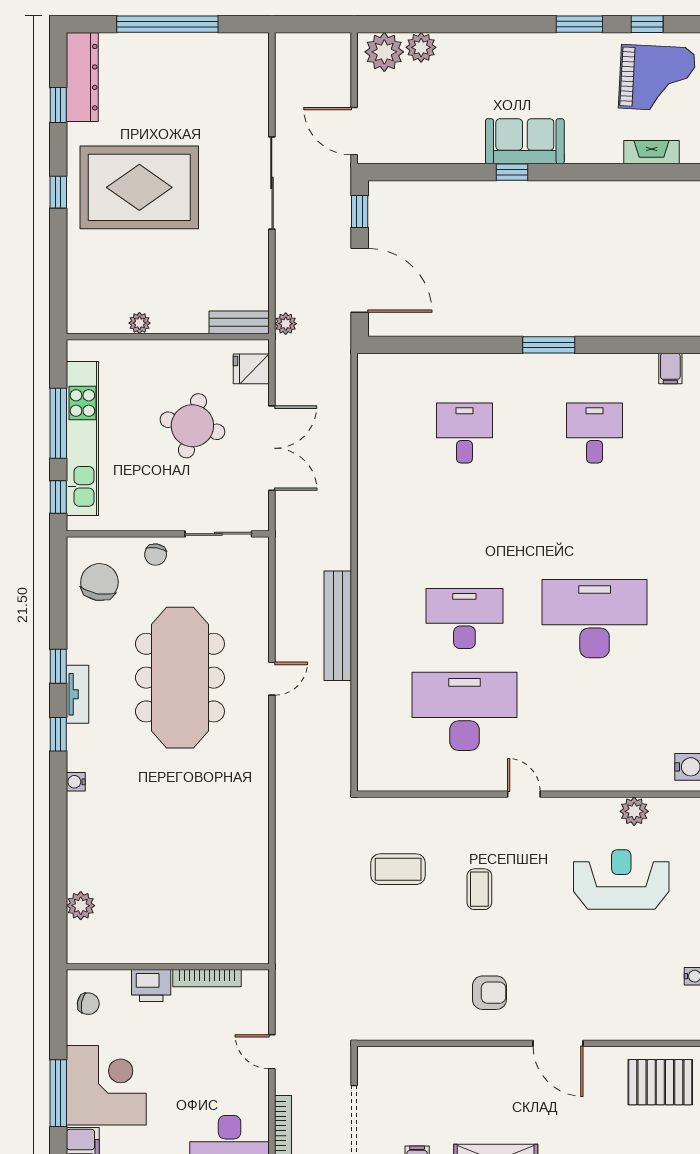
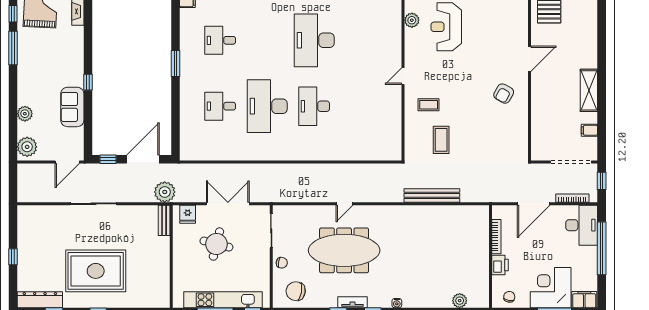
window: (167, 24) -> (13, 257), width x0.32
window: (579, 24) -> (13, 48), width x1.44
plant: (421, 47) -> (25, 114), moved
sofa: (525, 141) -> (72, 107), moved
rug: (139, 187) -> (96, 271), turned 90
plant: (139, 323) -> (164, 271), removed
plant: (286, 324) -> (165, 192), width x1.88, depth x1.88
bench: (338, 626) -> (432, 195), moved
door: (272, 679) -> (345, 204), swing flipped
desk: (464, 711) -> (267, 106), moved
coffee table: (479, 889) -> (429, 105), moved
armchair: (489, 993) -> (504, 94), turned -151
door: (272, 1052) -> (534, 204), width x1.88

